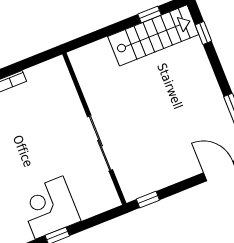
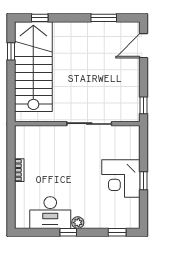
stairs: (153, 35) -> (33, 67), width x1.36, depth x1.51

